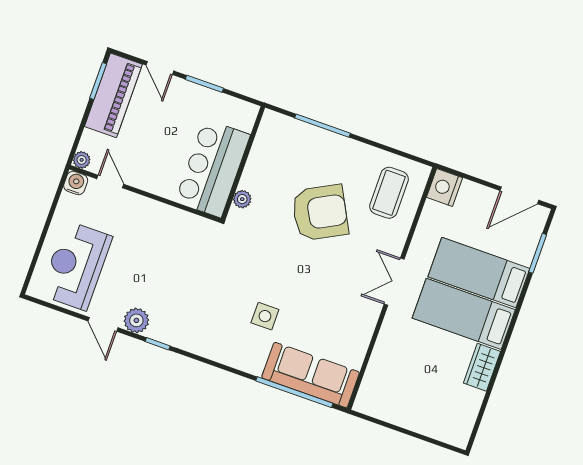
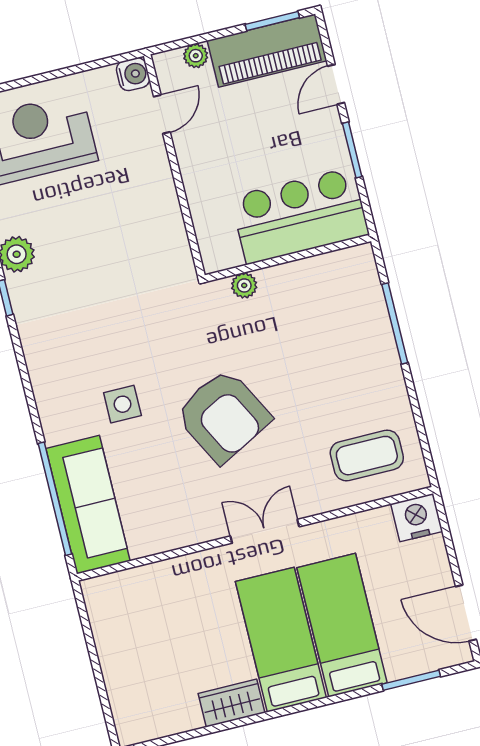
plant: (82, 160) -> (196, 56), moved
bar counter: (213, 168) -> (300, 216), moved
armchair: (320, 213) -> (223, 416), moved

